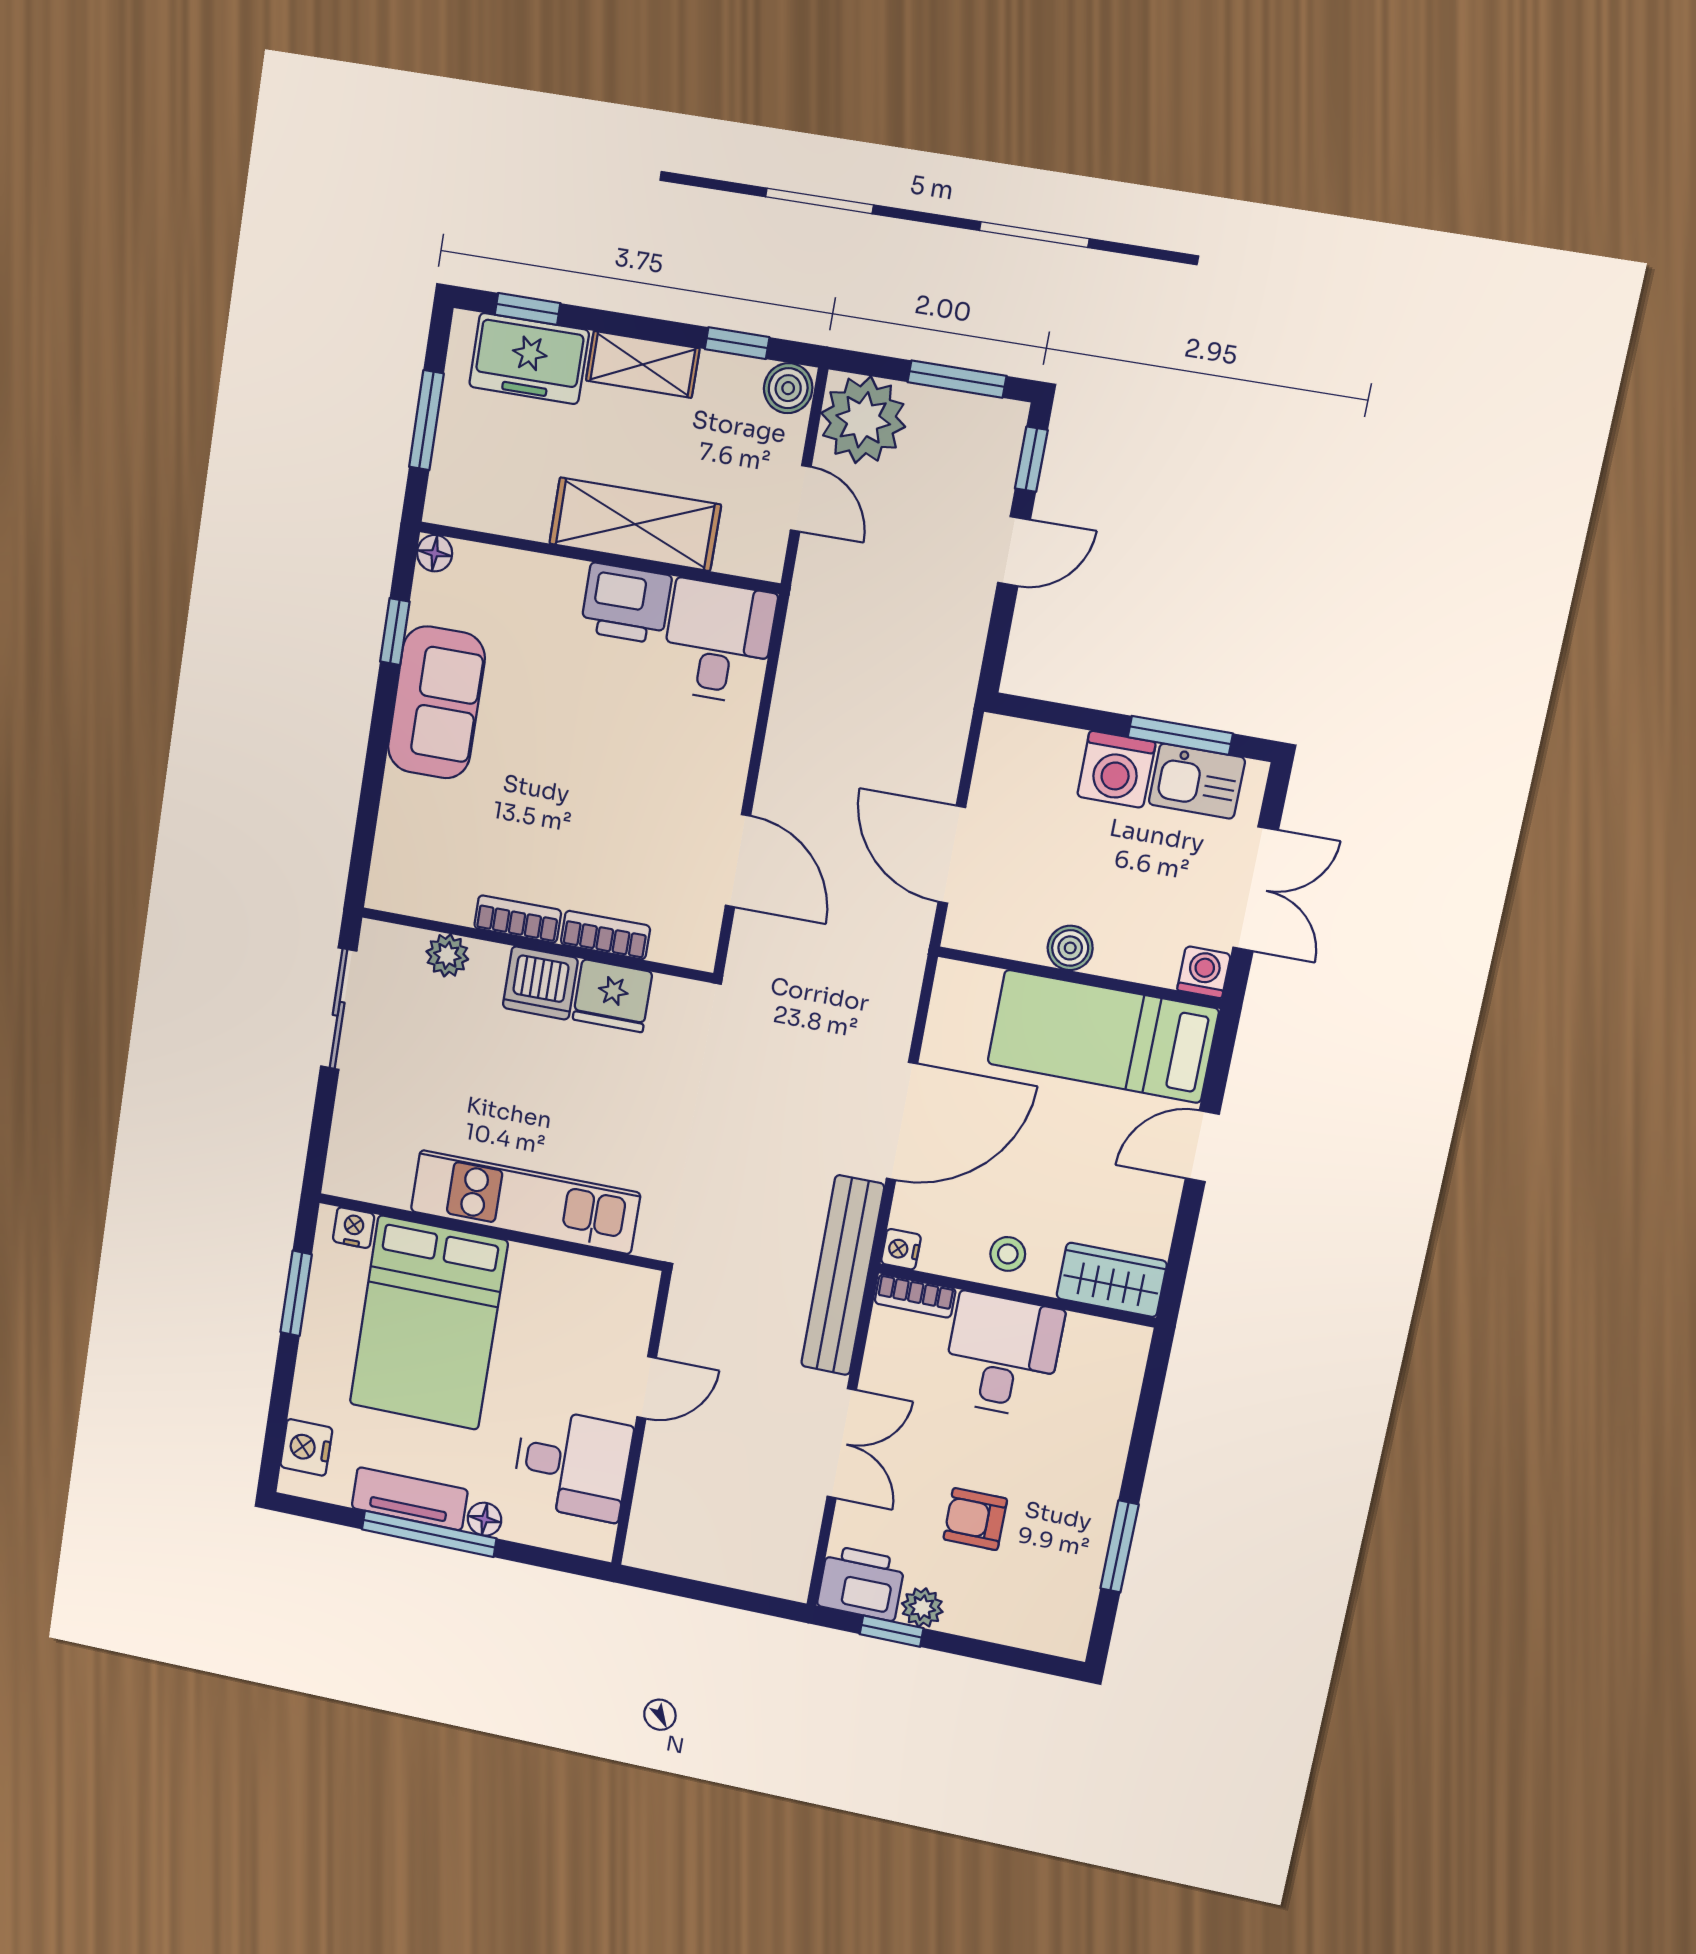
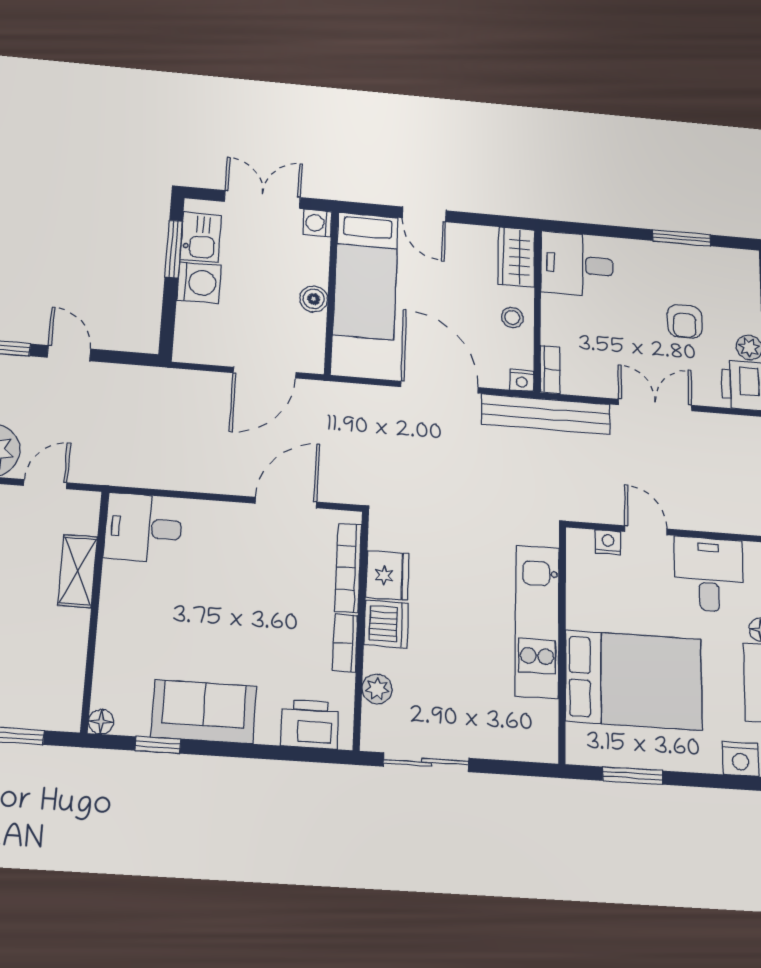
shelving: (635, 524) -> (78, 571), width x0.67, depth x0.75
printer: (626, 603) -> (310, 724), moved, turned -90
bookcase: (605, 935) -> (348, 568), width x1.56
nightstand: (354, 1228) -> (608, 542), moved, turned 90
desk: (1002, 1355) -> (577, 264), moved

